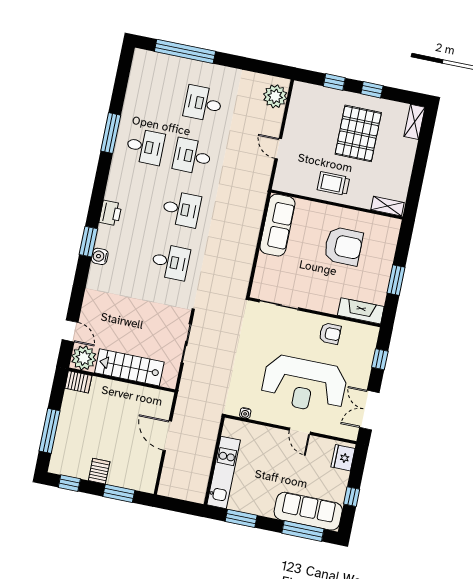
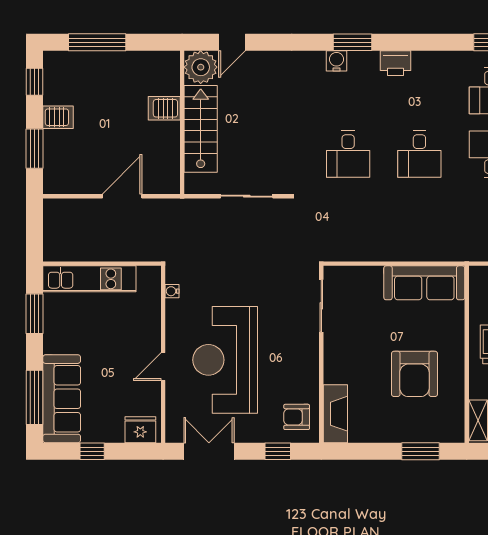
window: (396, 280) -> (421, 451), moved
armchair: (330, 334) -> (297, 417), moved, turned 90
server rack: (78, 382) -> (164, 108), moved, turned 90

